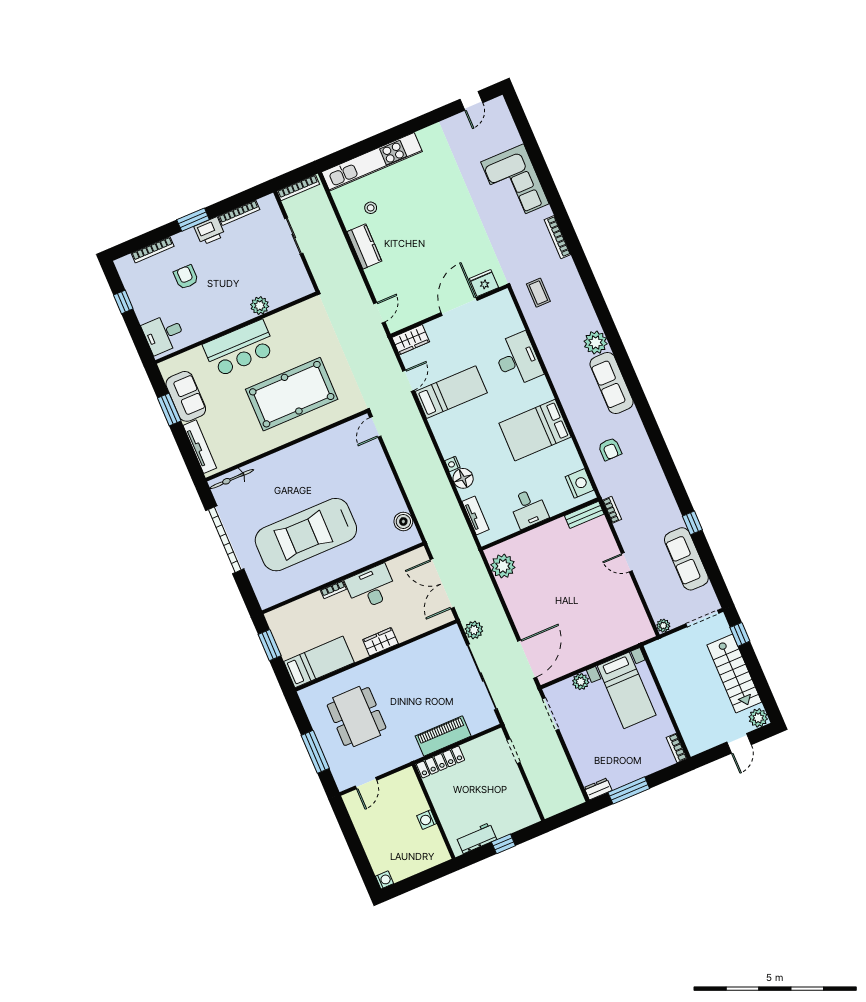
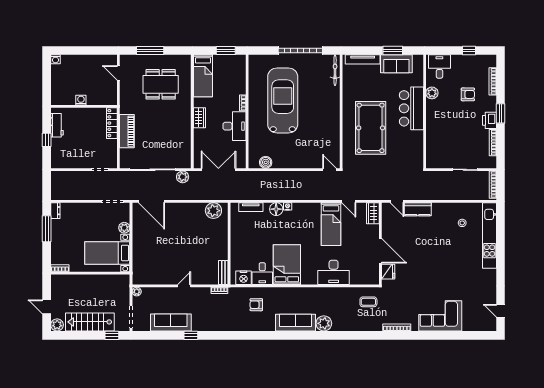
kitchen counter: (364, 246) -> (418, 209), moved
plant: (260, 306) -> (432, 93), moved
desk: (529, 508) -> (262, 274), moved, turned -90

